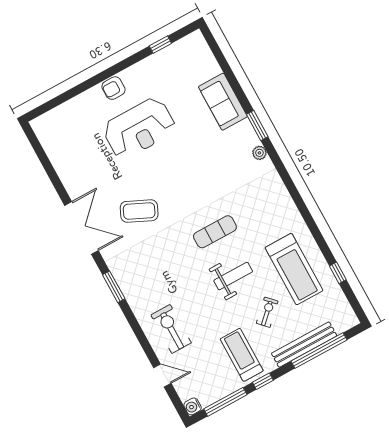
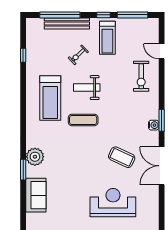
reception desk: (139, 128) -> (113, 203), moved
plant: (259, 153) -> (35, 157), width x1.87, depth x1.87
treadmill: (294, 269) -> (50, 98), moved, turned 180
water cooler: (193, 406) -> (154, 125), moved

